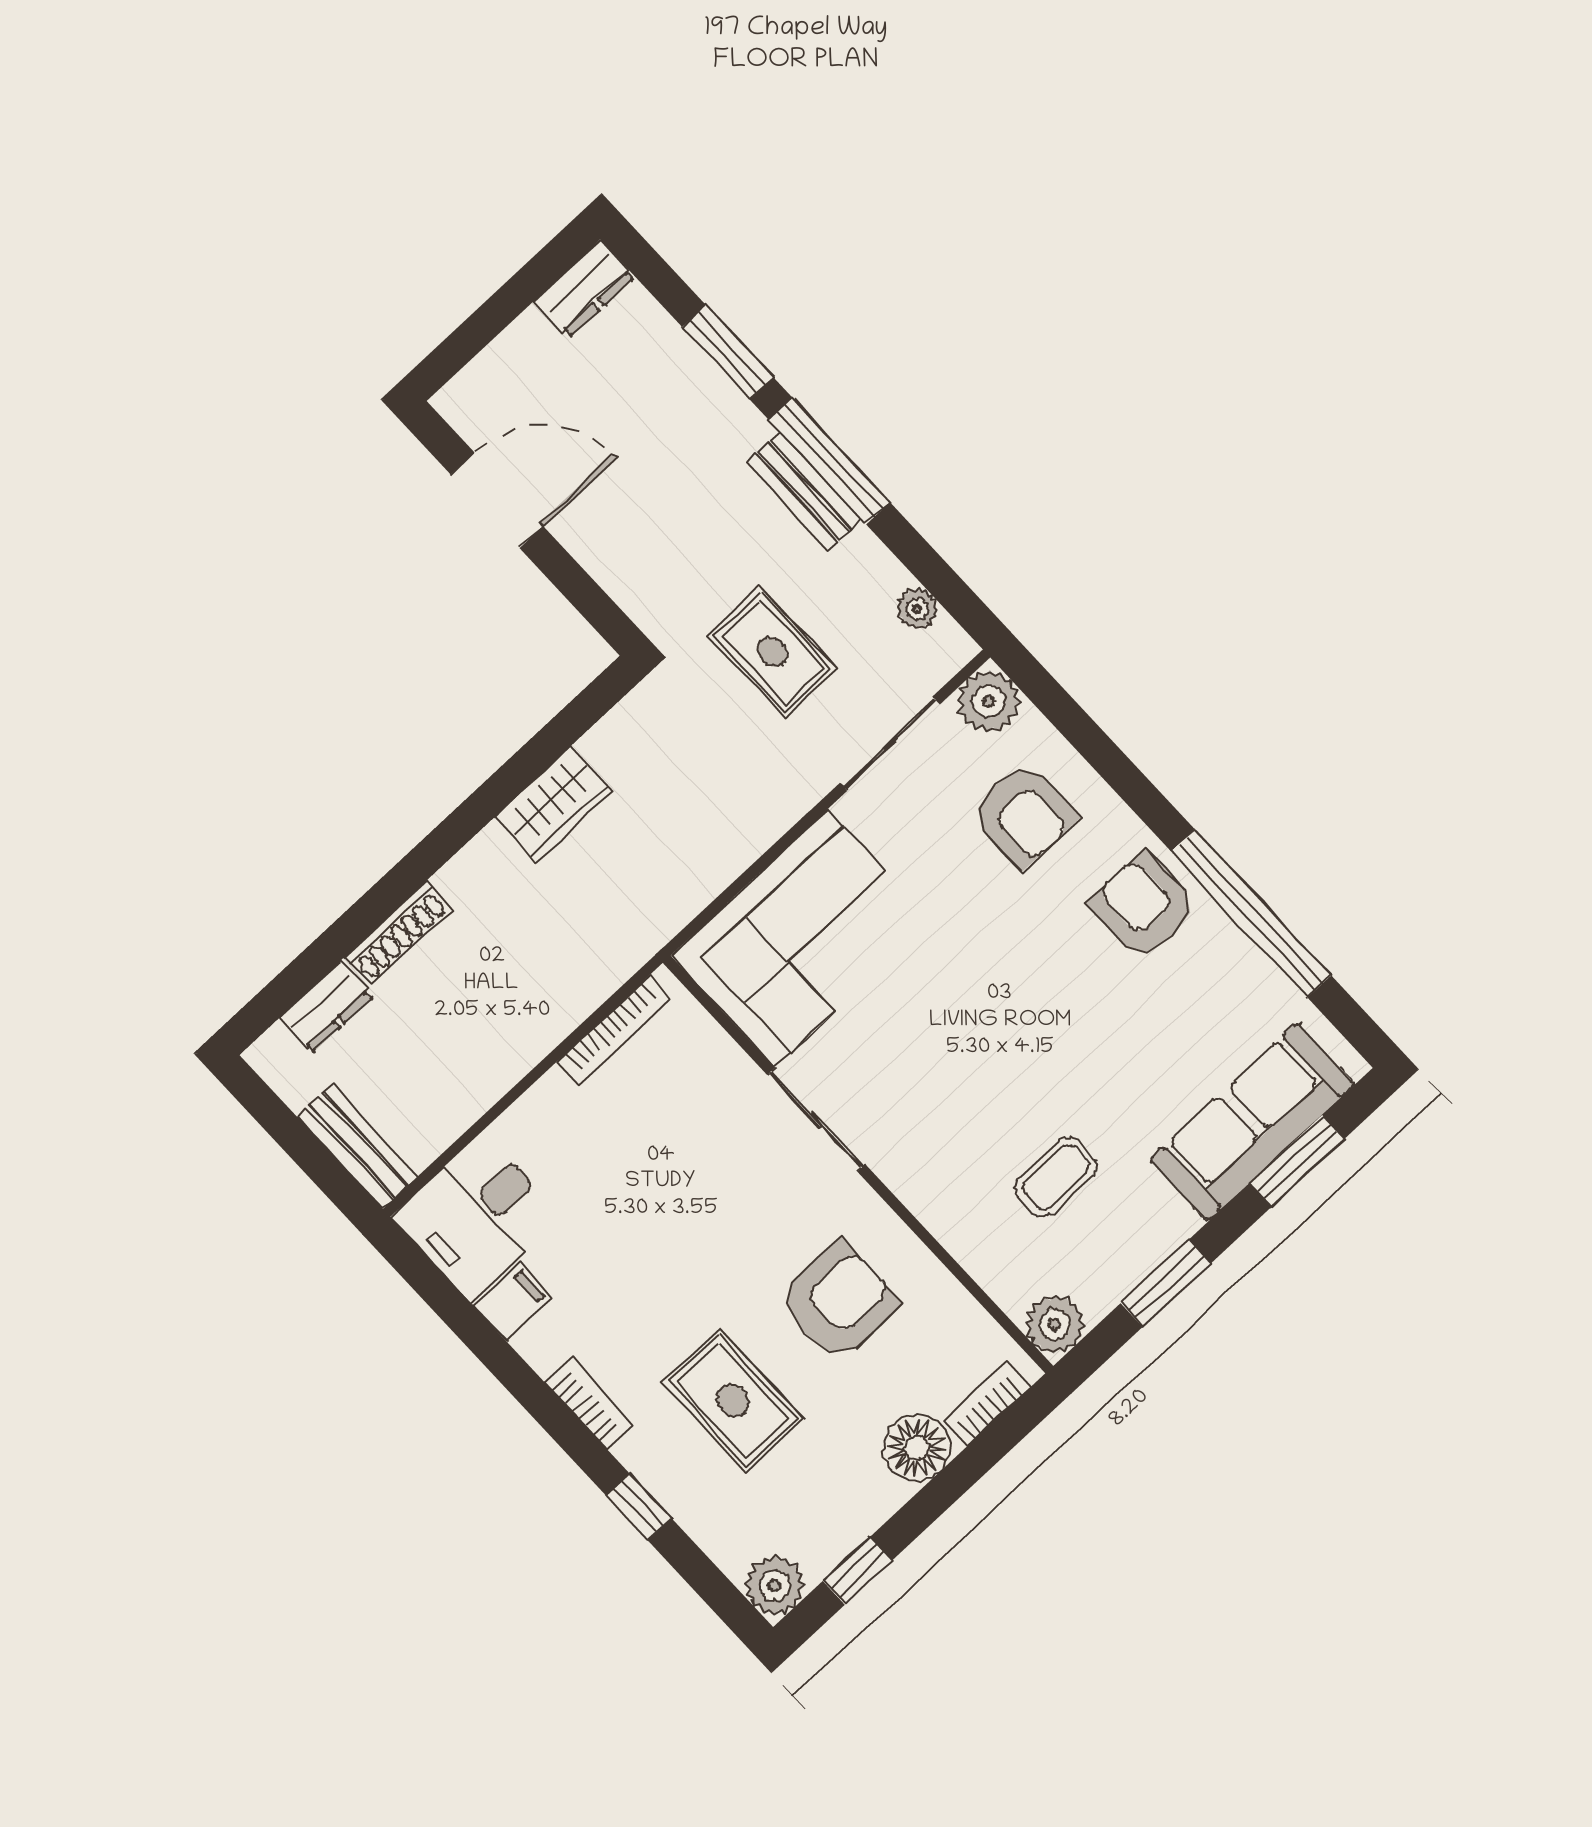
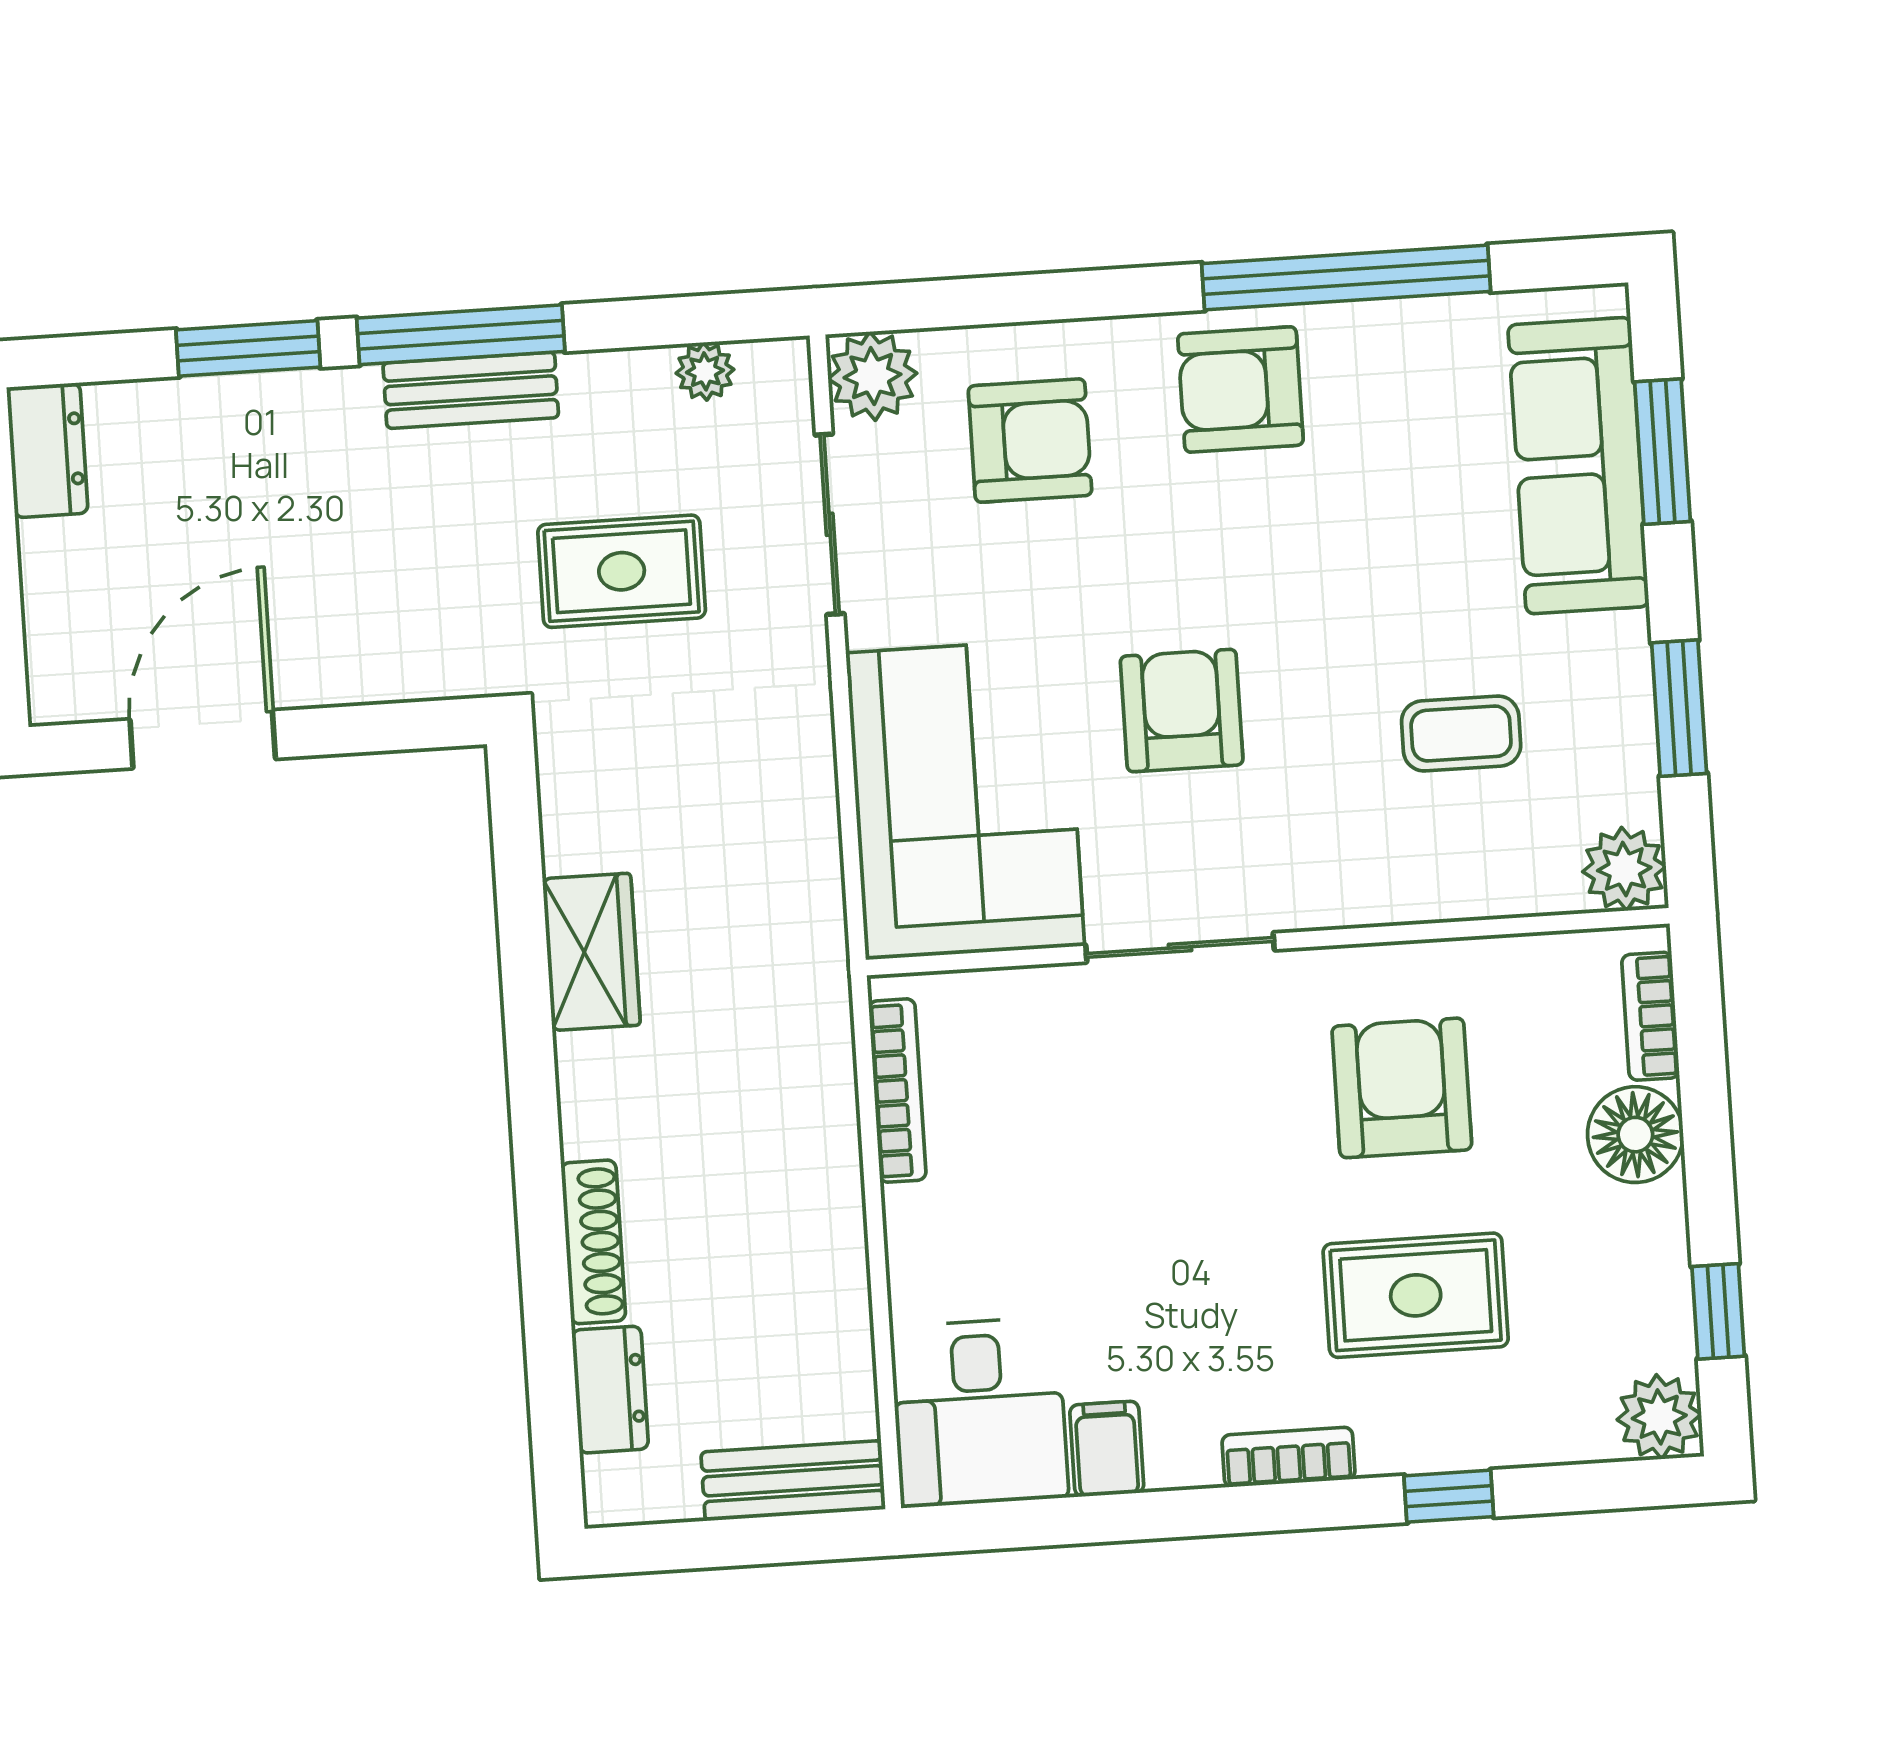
armchair: (945, 1016) -> (1182, 711), added
coffee table: (1056, 1177) -> (1461, 733), turned 90

